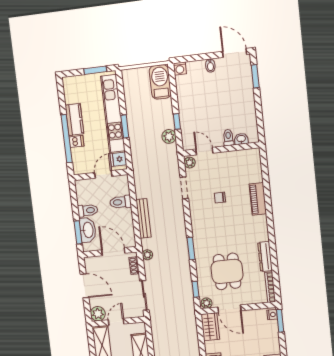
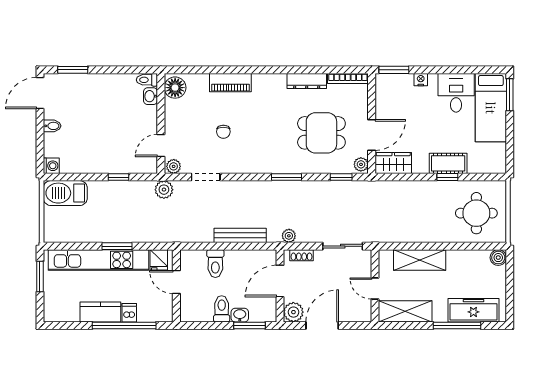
plant: (169, 136) -> (164, 190), moved
toilet: (228, 138) -> (147, 80), moved
floor lamp: (250, 157) -> (175, 88), added
washbasin: (88, 230) -> (240, 315), width x0.52, depth x0.69
plant: (98, 314) -> (293, 312), moved
nightstand: (272, 315) -> (421, 80), moved

